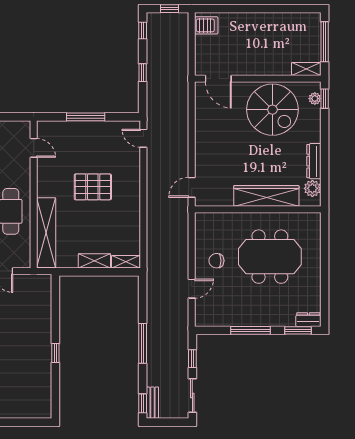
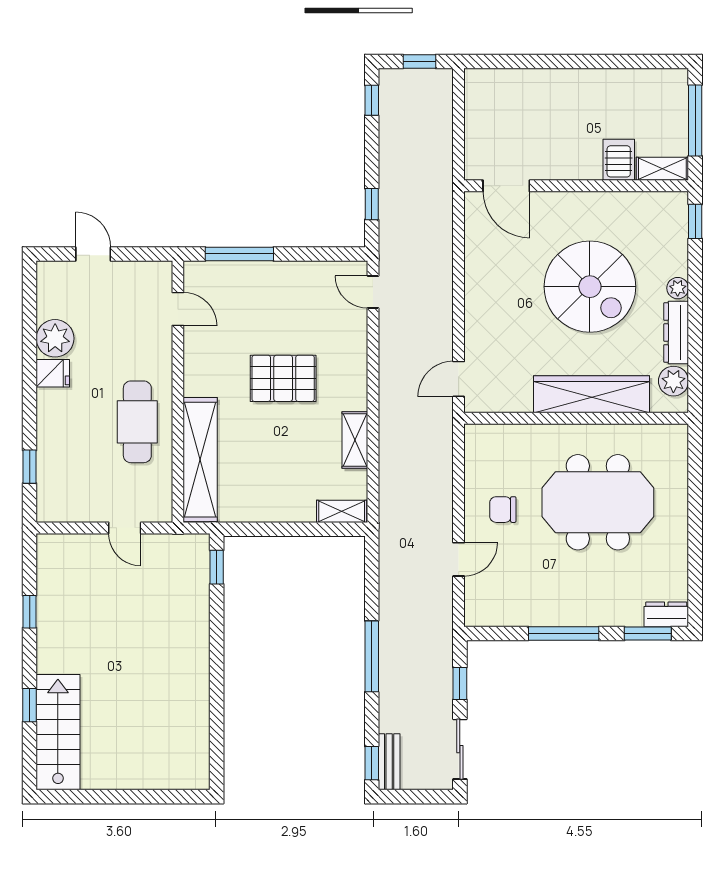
server rack: (206, 25) -> (619, 160), moved, turned -90
window: (143, 73) -> (372, 204), moved
plant: (315, 99) -> (678, 288), moved
spiral stairs: (272, 110) -> (590, 287), moved
window: (86, 117) -> (239, 254), moved
shelving: (94, 261) -> (355, 440), moved, turned 90
window: (55, 353) -> (217, 567), moved

